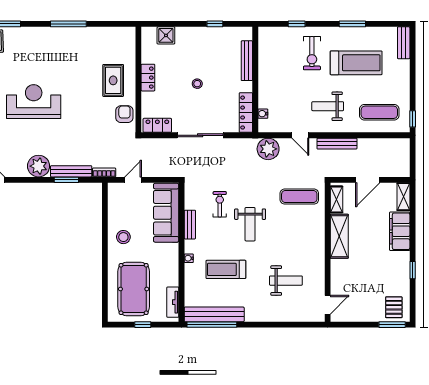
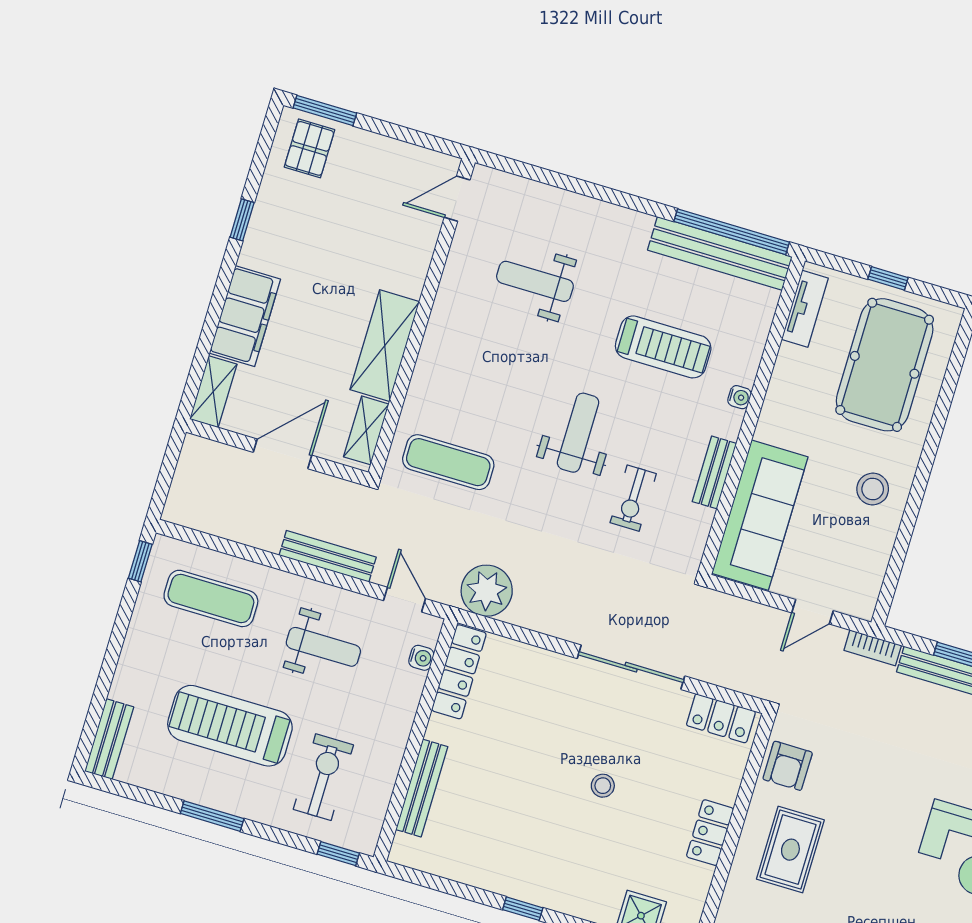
bench: (247, 61) -> (422, 788), moved
wall: (255, 80) -> (416, 740), moved
locker: (246, 113) -> (459, 672), moved
water cooler: (263, 114) -> (421, 658), moved

